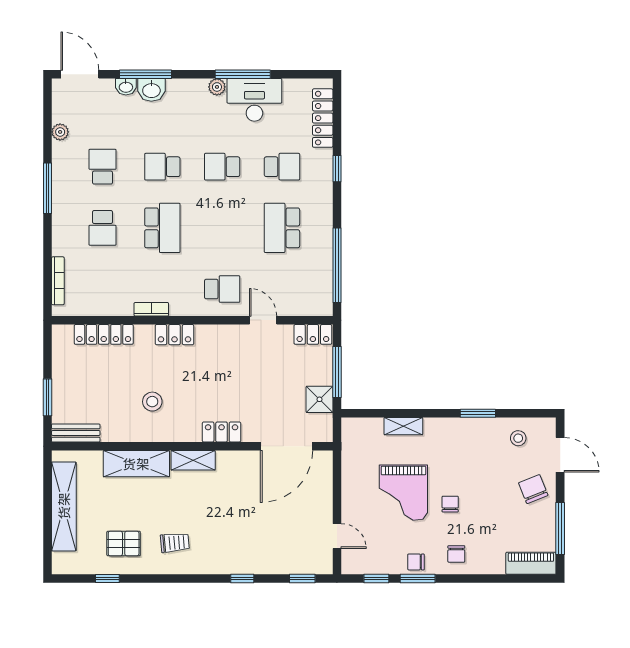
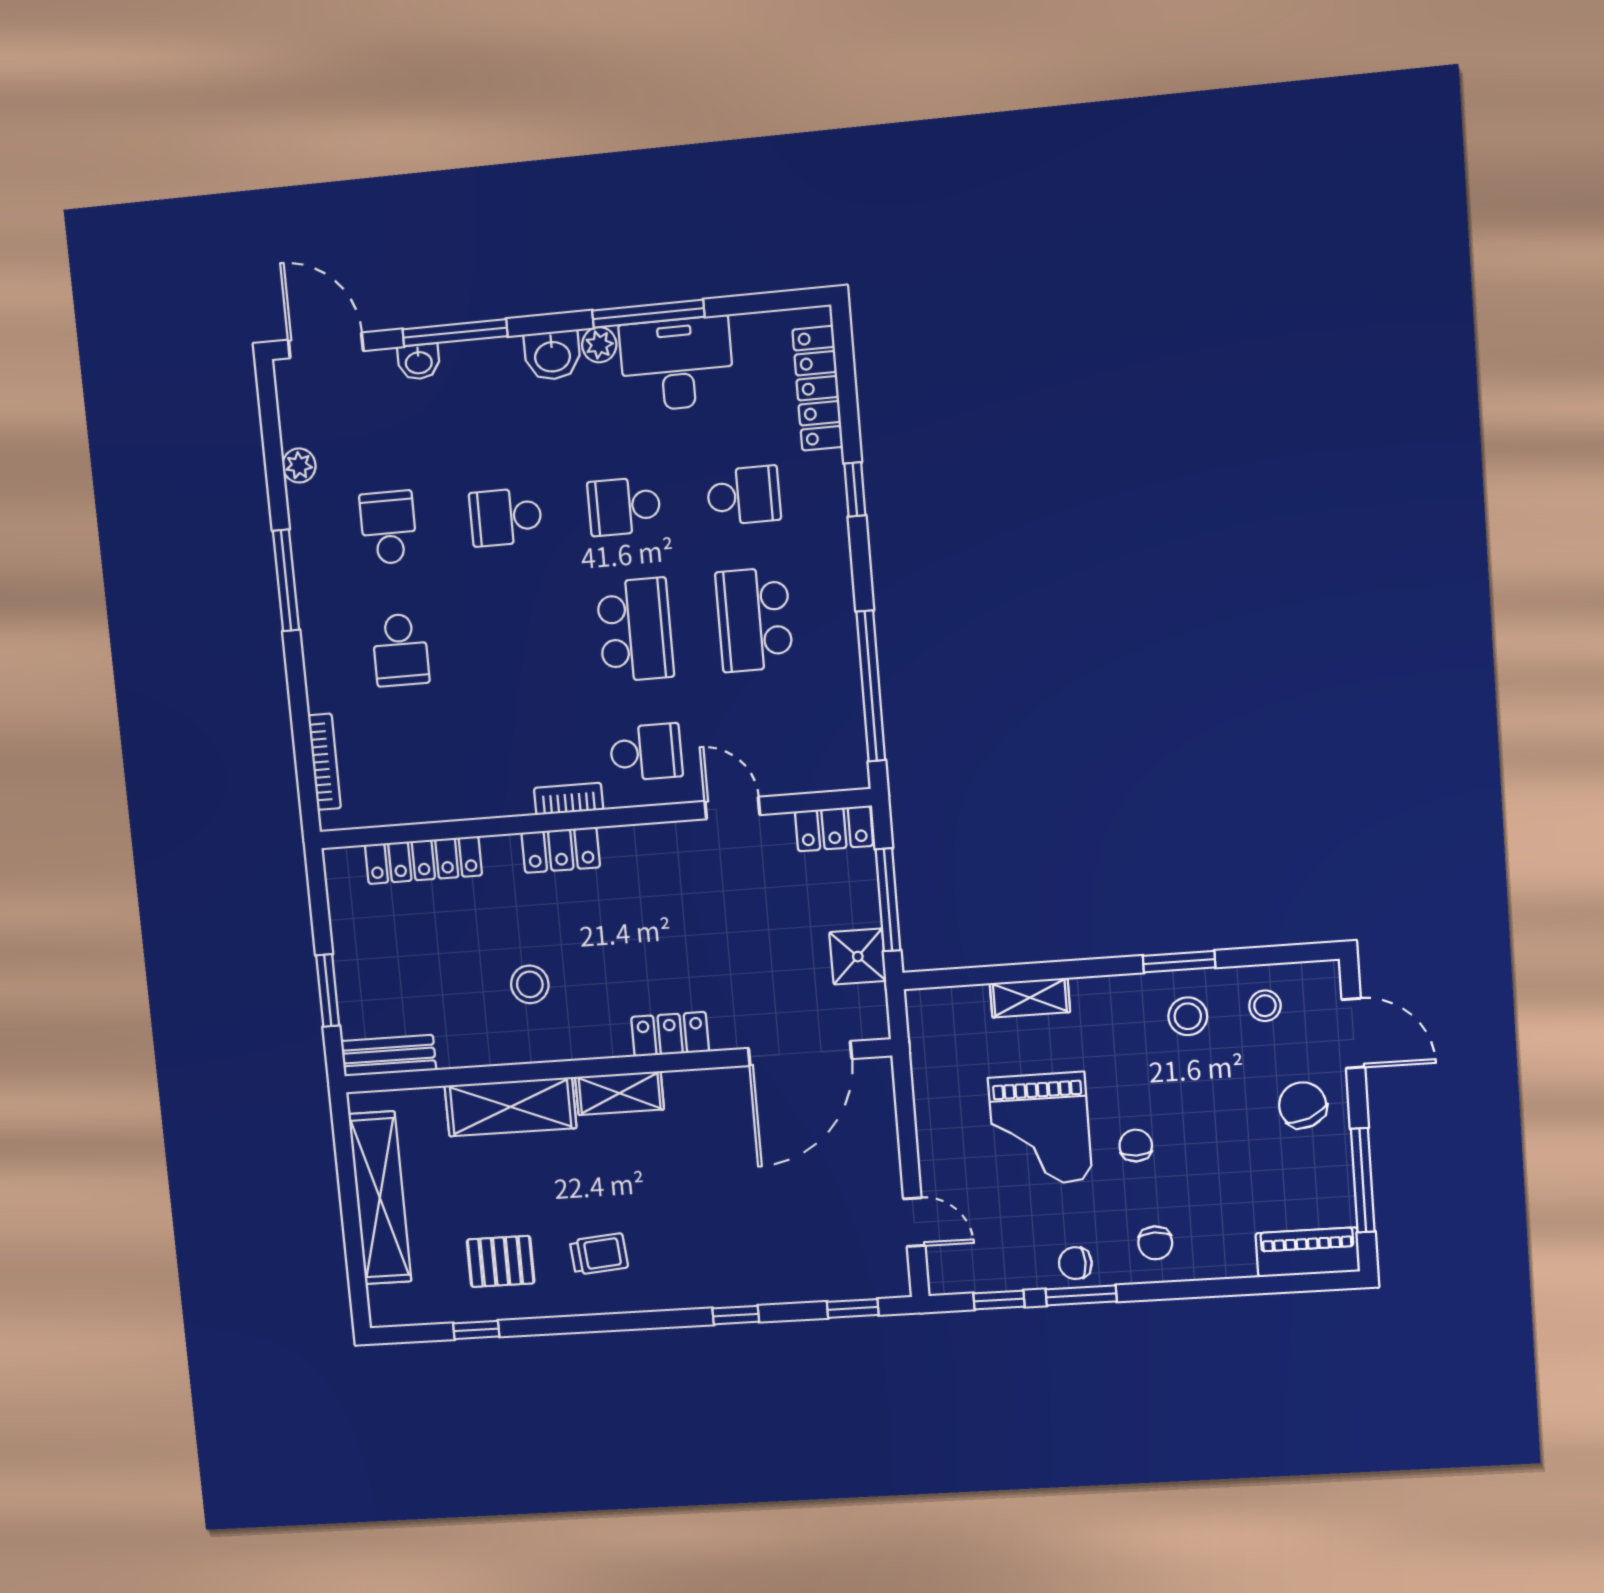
washbasin: (151, 90) -> (552, 355), moved
school desk: (162, 228) -> (635, 630), moved
bookcase: (151, 309) -> (569, 799), moved
stool: (480, 441) -> (1188, 1016), added

